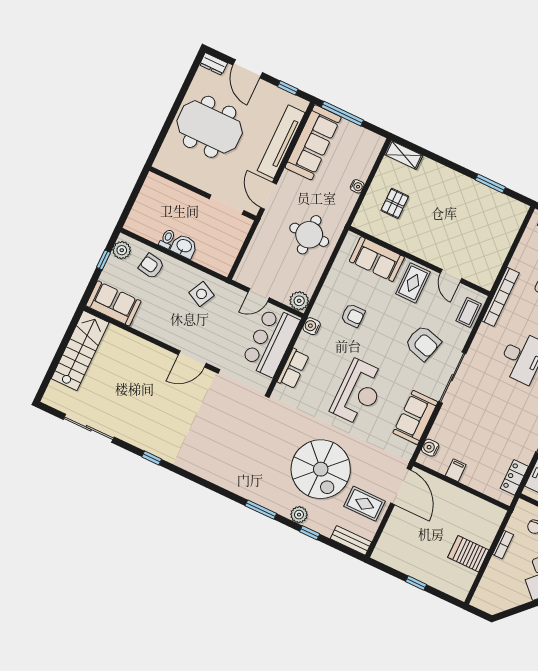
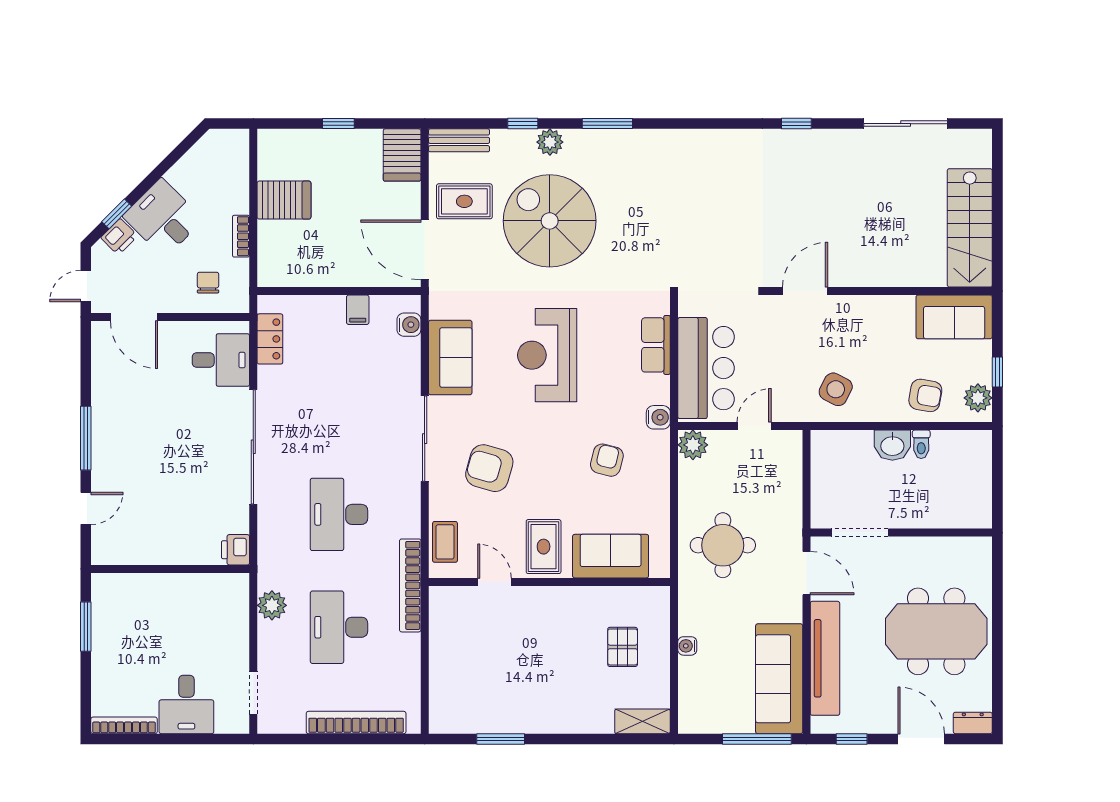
armchair: (353, 316) -> (607, 460), turned 104
server rack: (388, 547) -> (402, 155), added

